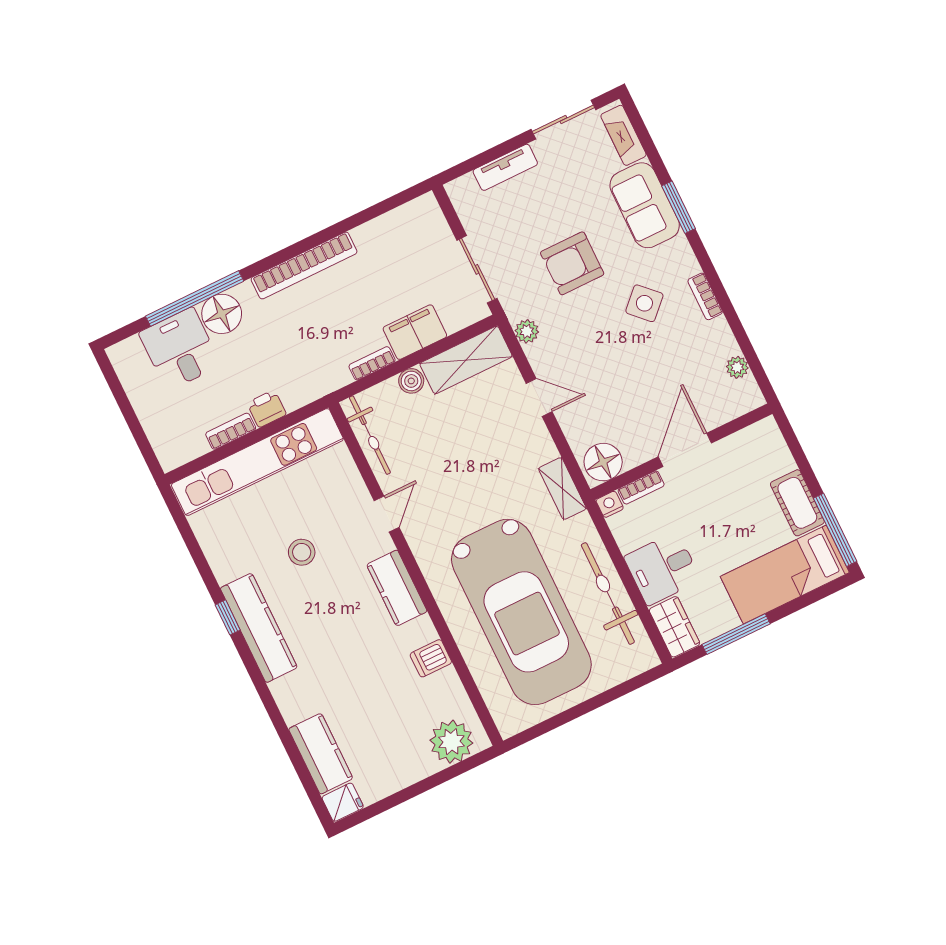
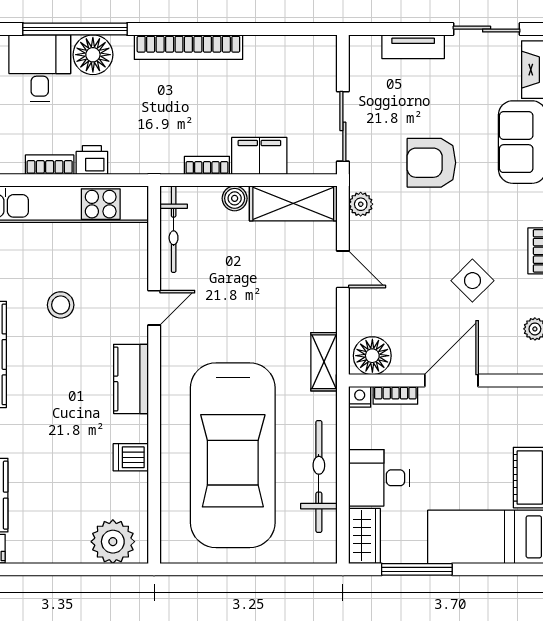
side table: (644, 303) -> (472, 281), moved

